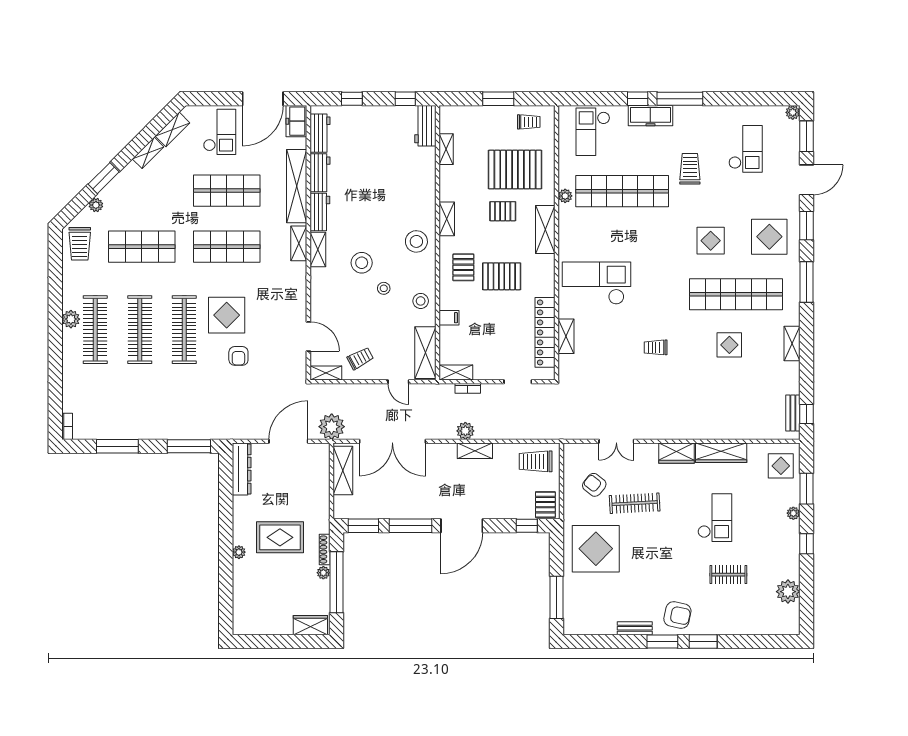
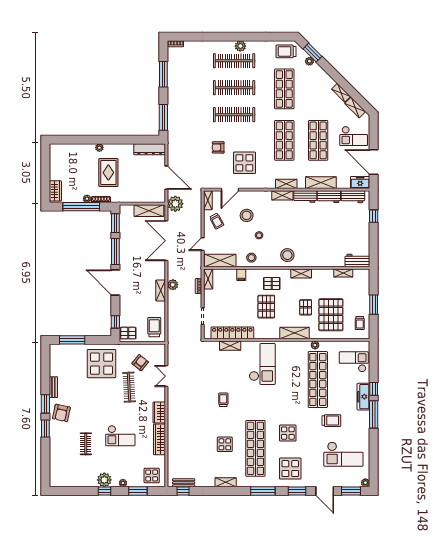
window: (405, 99) -> (374, 248), removed
checkout: (746, 149) -> (343, 454), width x1.36, depth x1.21
window: (104, 178) -> (312, 53), moved
shelving: (297, 186) -> (321, 183), width x0.68
stool: (362, 263) -> (247, 215), moved
display table: (227, 315) -> (244, 163), moved
plant: (788, 592) -> (104, 480), moved

